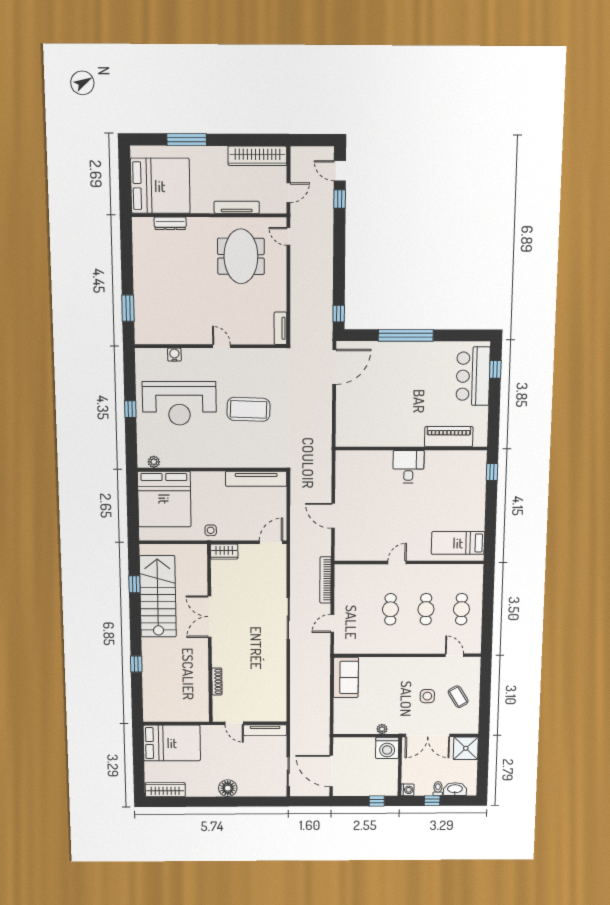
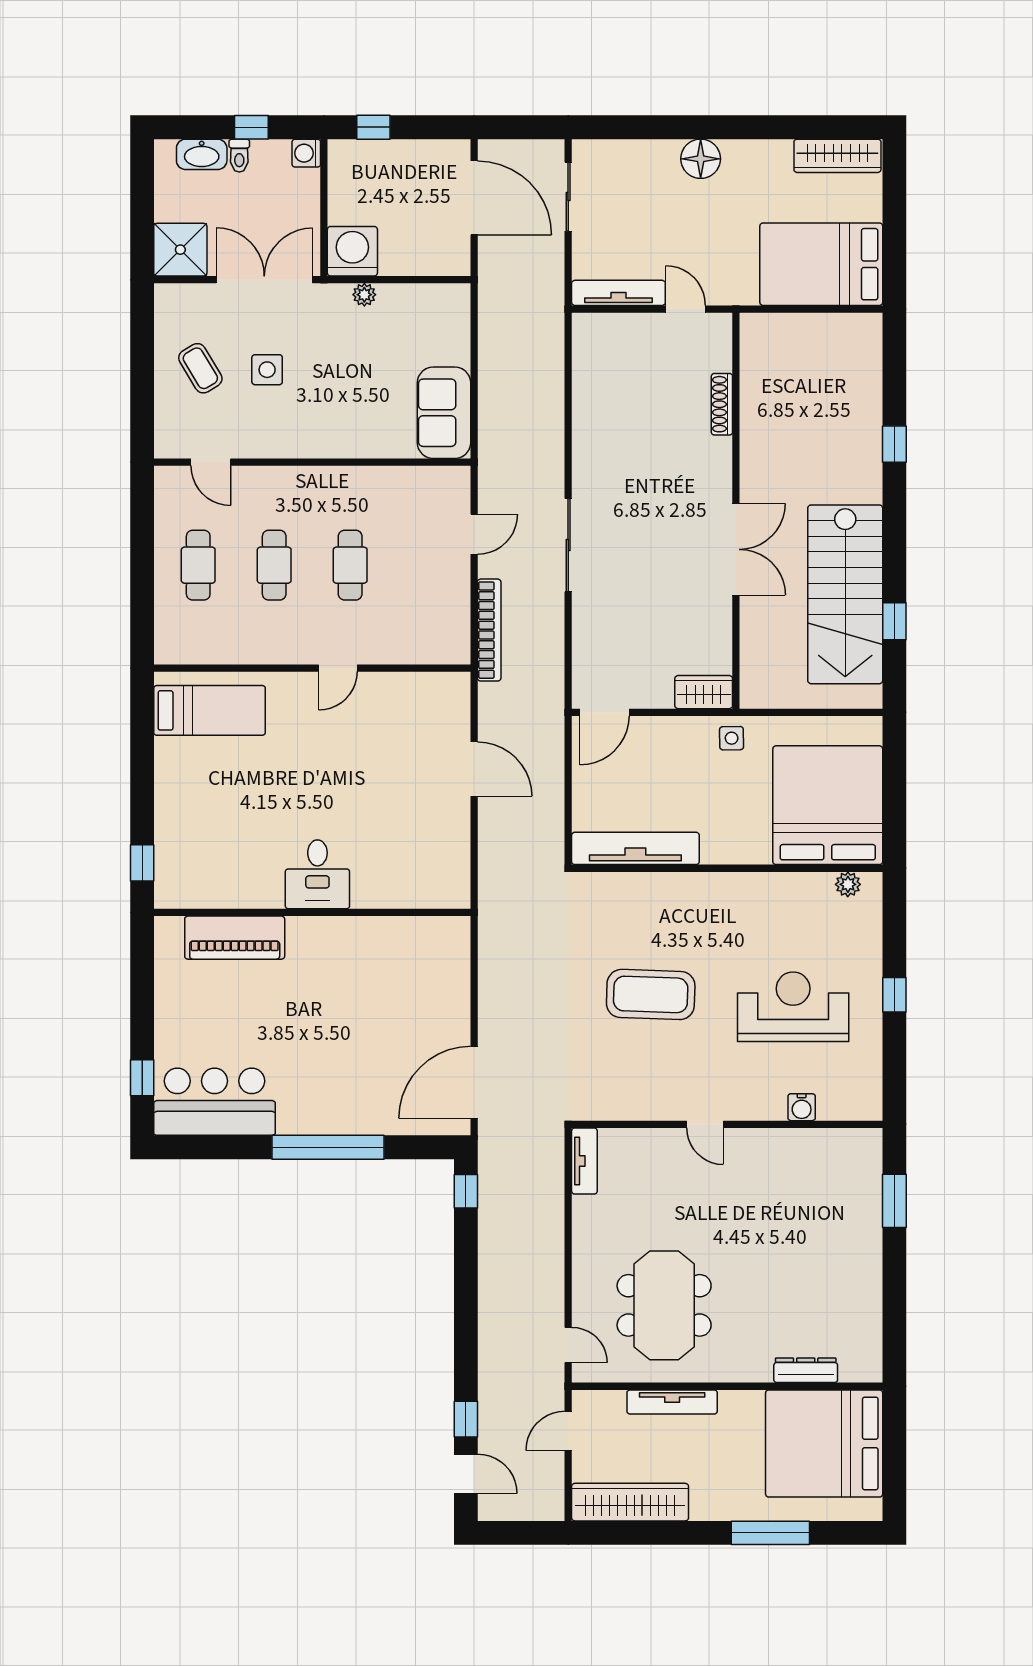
bar counter: (473, 376) -> (215, 1102), moved, turned -90
reception desk: (179, 403) -> (793, 1007), width x0.74, depth x0.77

